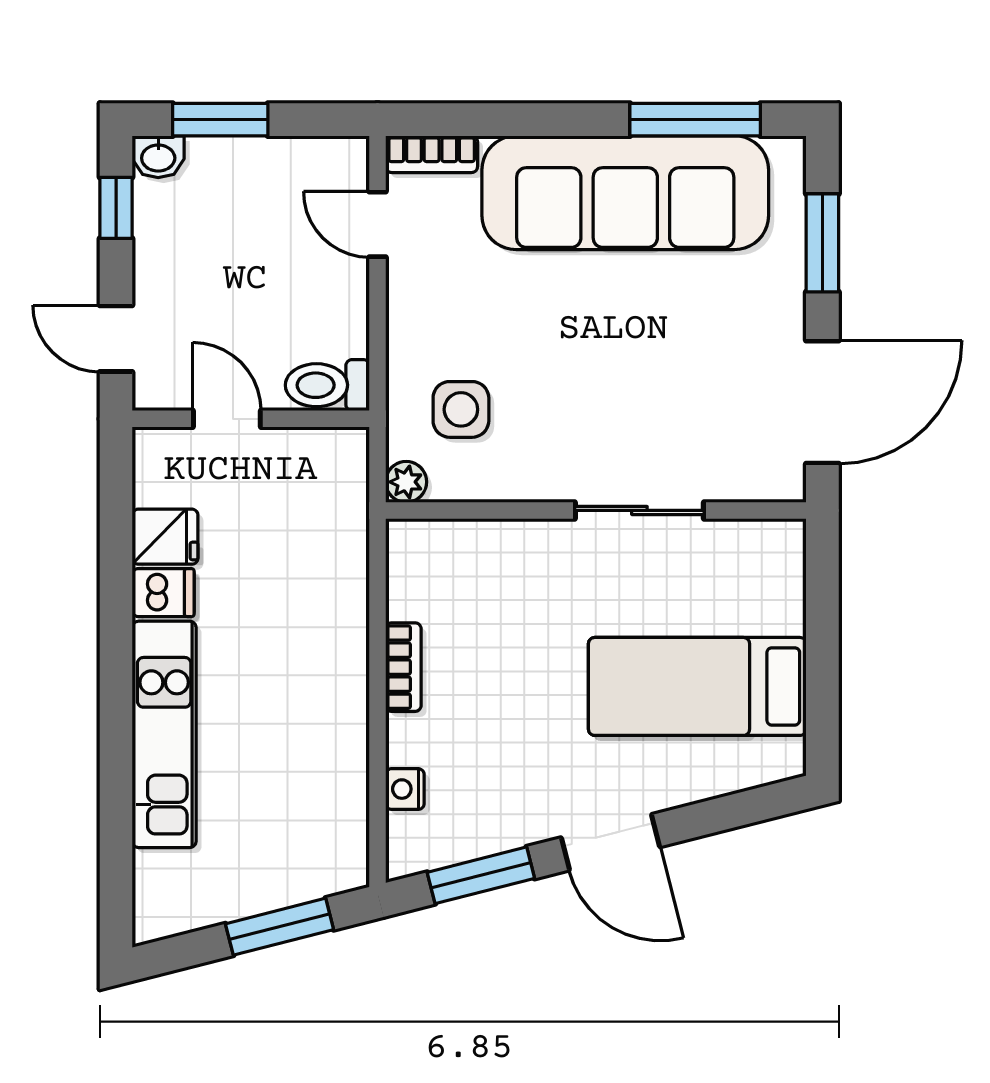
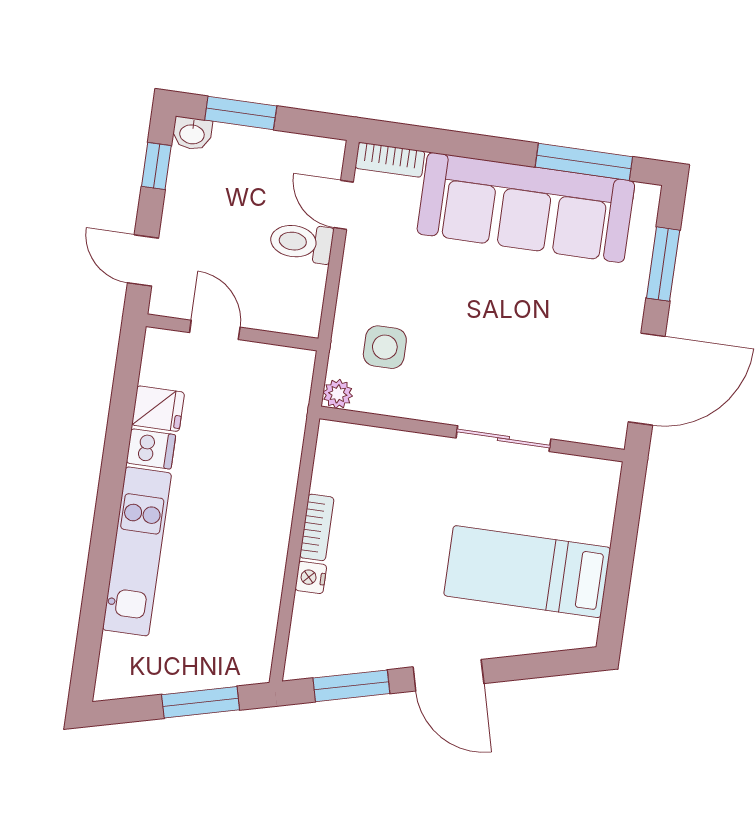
toilet: (327, 385) -> (301, 242), moved
nightstand: (405, 789) -> (311, 577), moved

